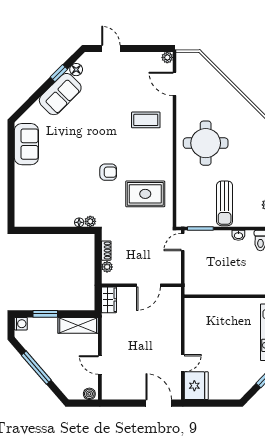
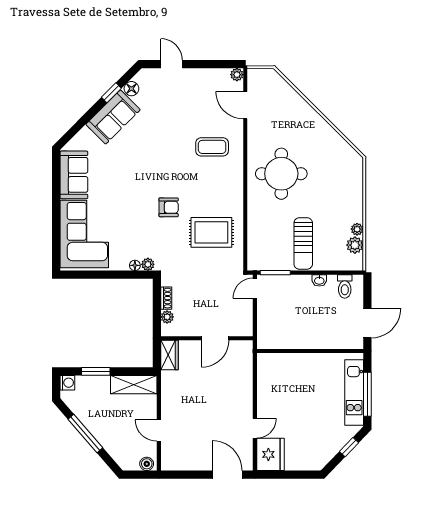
corner sofa: (35, 195) -> (84, 234), added

